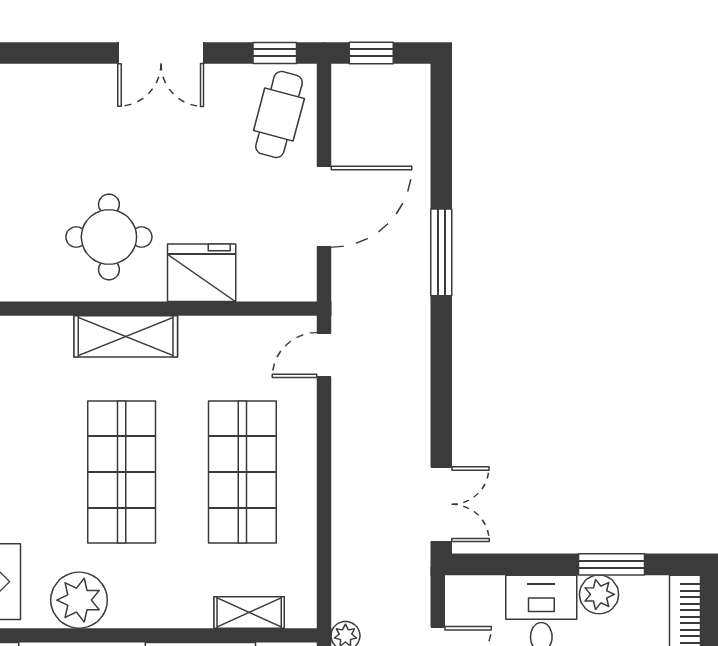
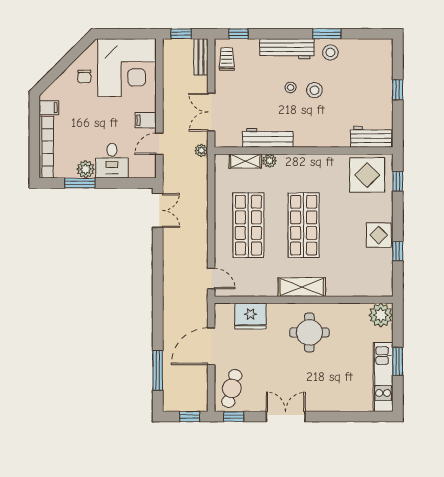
window: (441, 252) -> (158, 370), moved
fridge: (202, 273) -> (250, 316), moved
door: (324, 355) -> (211, 279), hinge flipped
double door: (441, 504) -> (158, 210), swing flipped
plant: (79, 600) -> (270, 161), moved, width x0.53, depth x0.53

